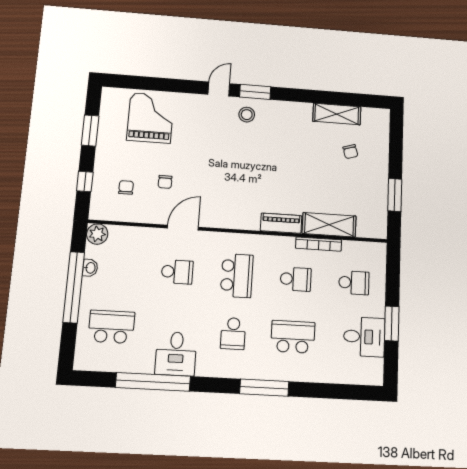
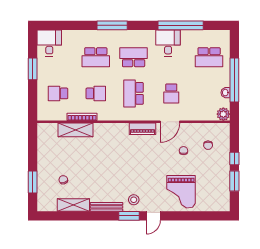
bench: (288, 108) -> (106, 207), added
grand piano: (150, 118) -> (181, 192), moved
window: (85, 182) -> (234, 159), moved
window: (395, 195) -> (33, 182), moved
piano: (281, 223) -> (143, 129), moved
school desk: (177, 272) -> (171, 93), turned -90
school desk: (296, 279) -> (96, 93), turned 180
school desk: (233, 334) -> (134, 57), width x1.85
desk: (364, 337) -> (49, 43), moved, turned 90

